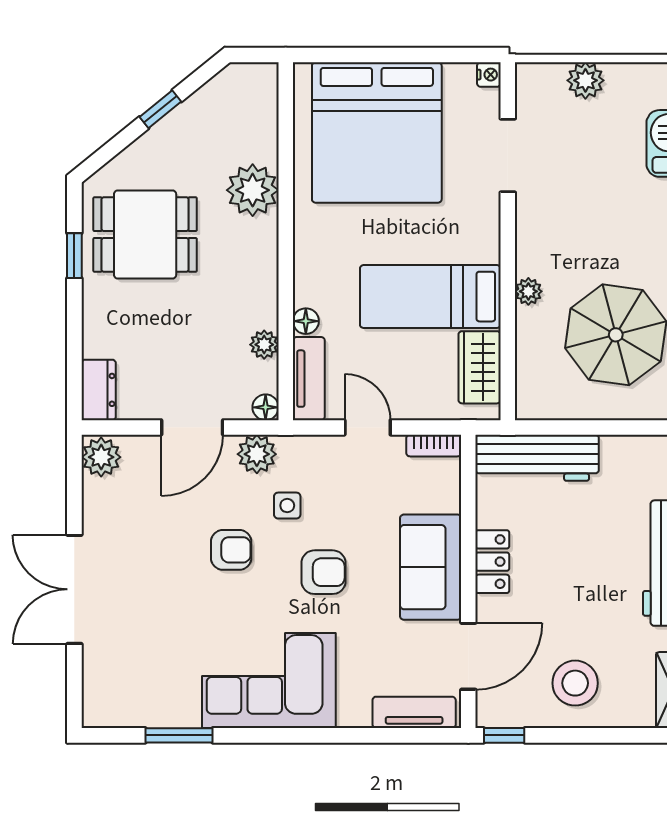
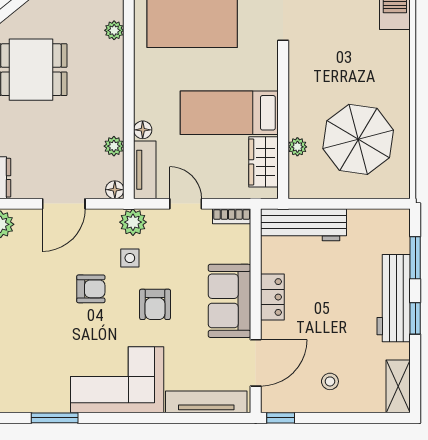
plant: (253, 190) -> (114, 30), width x0.53, depth x0.53
plant: (528, 291) -> (297, 147), moved
plant: (257, 454) -> (133, 222), moved
armchair: (323, 572) -> (155, 304), turned 90
stool: (575, 683) -> (330, 381), width x0.53, depth x0.53
tv unit: (414, 712) -> (206, 402), width x1.41

